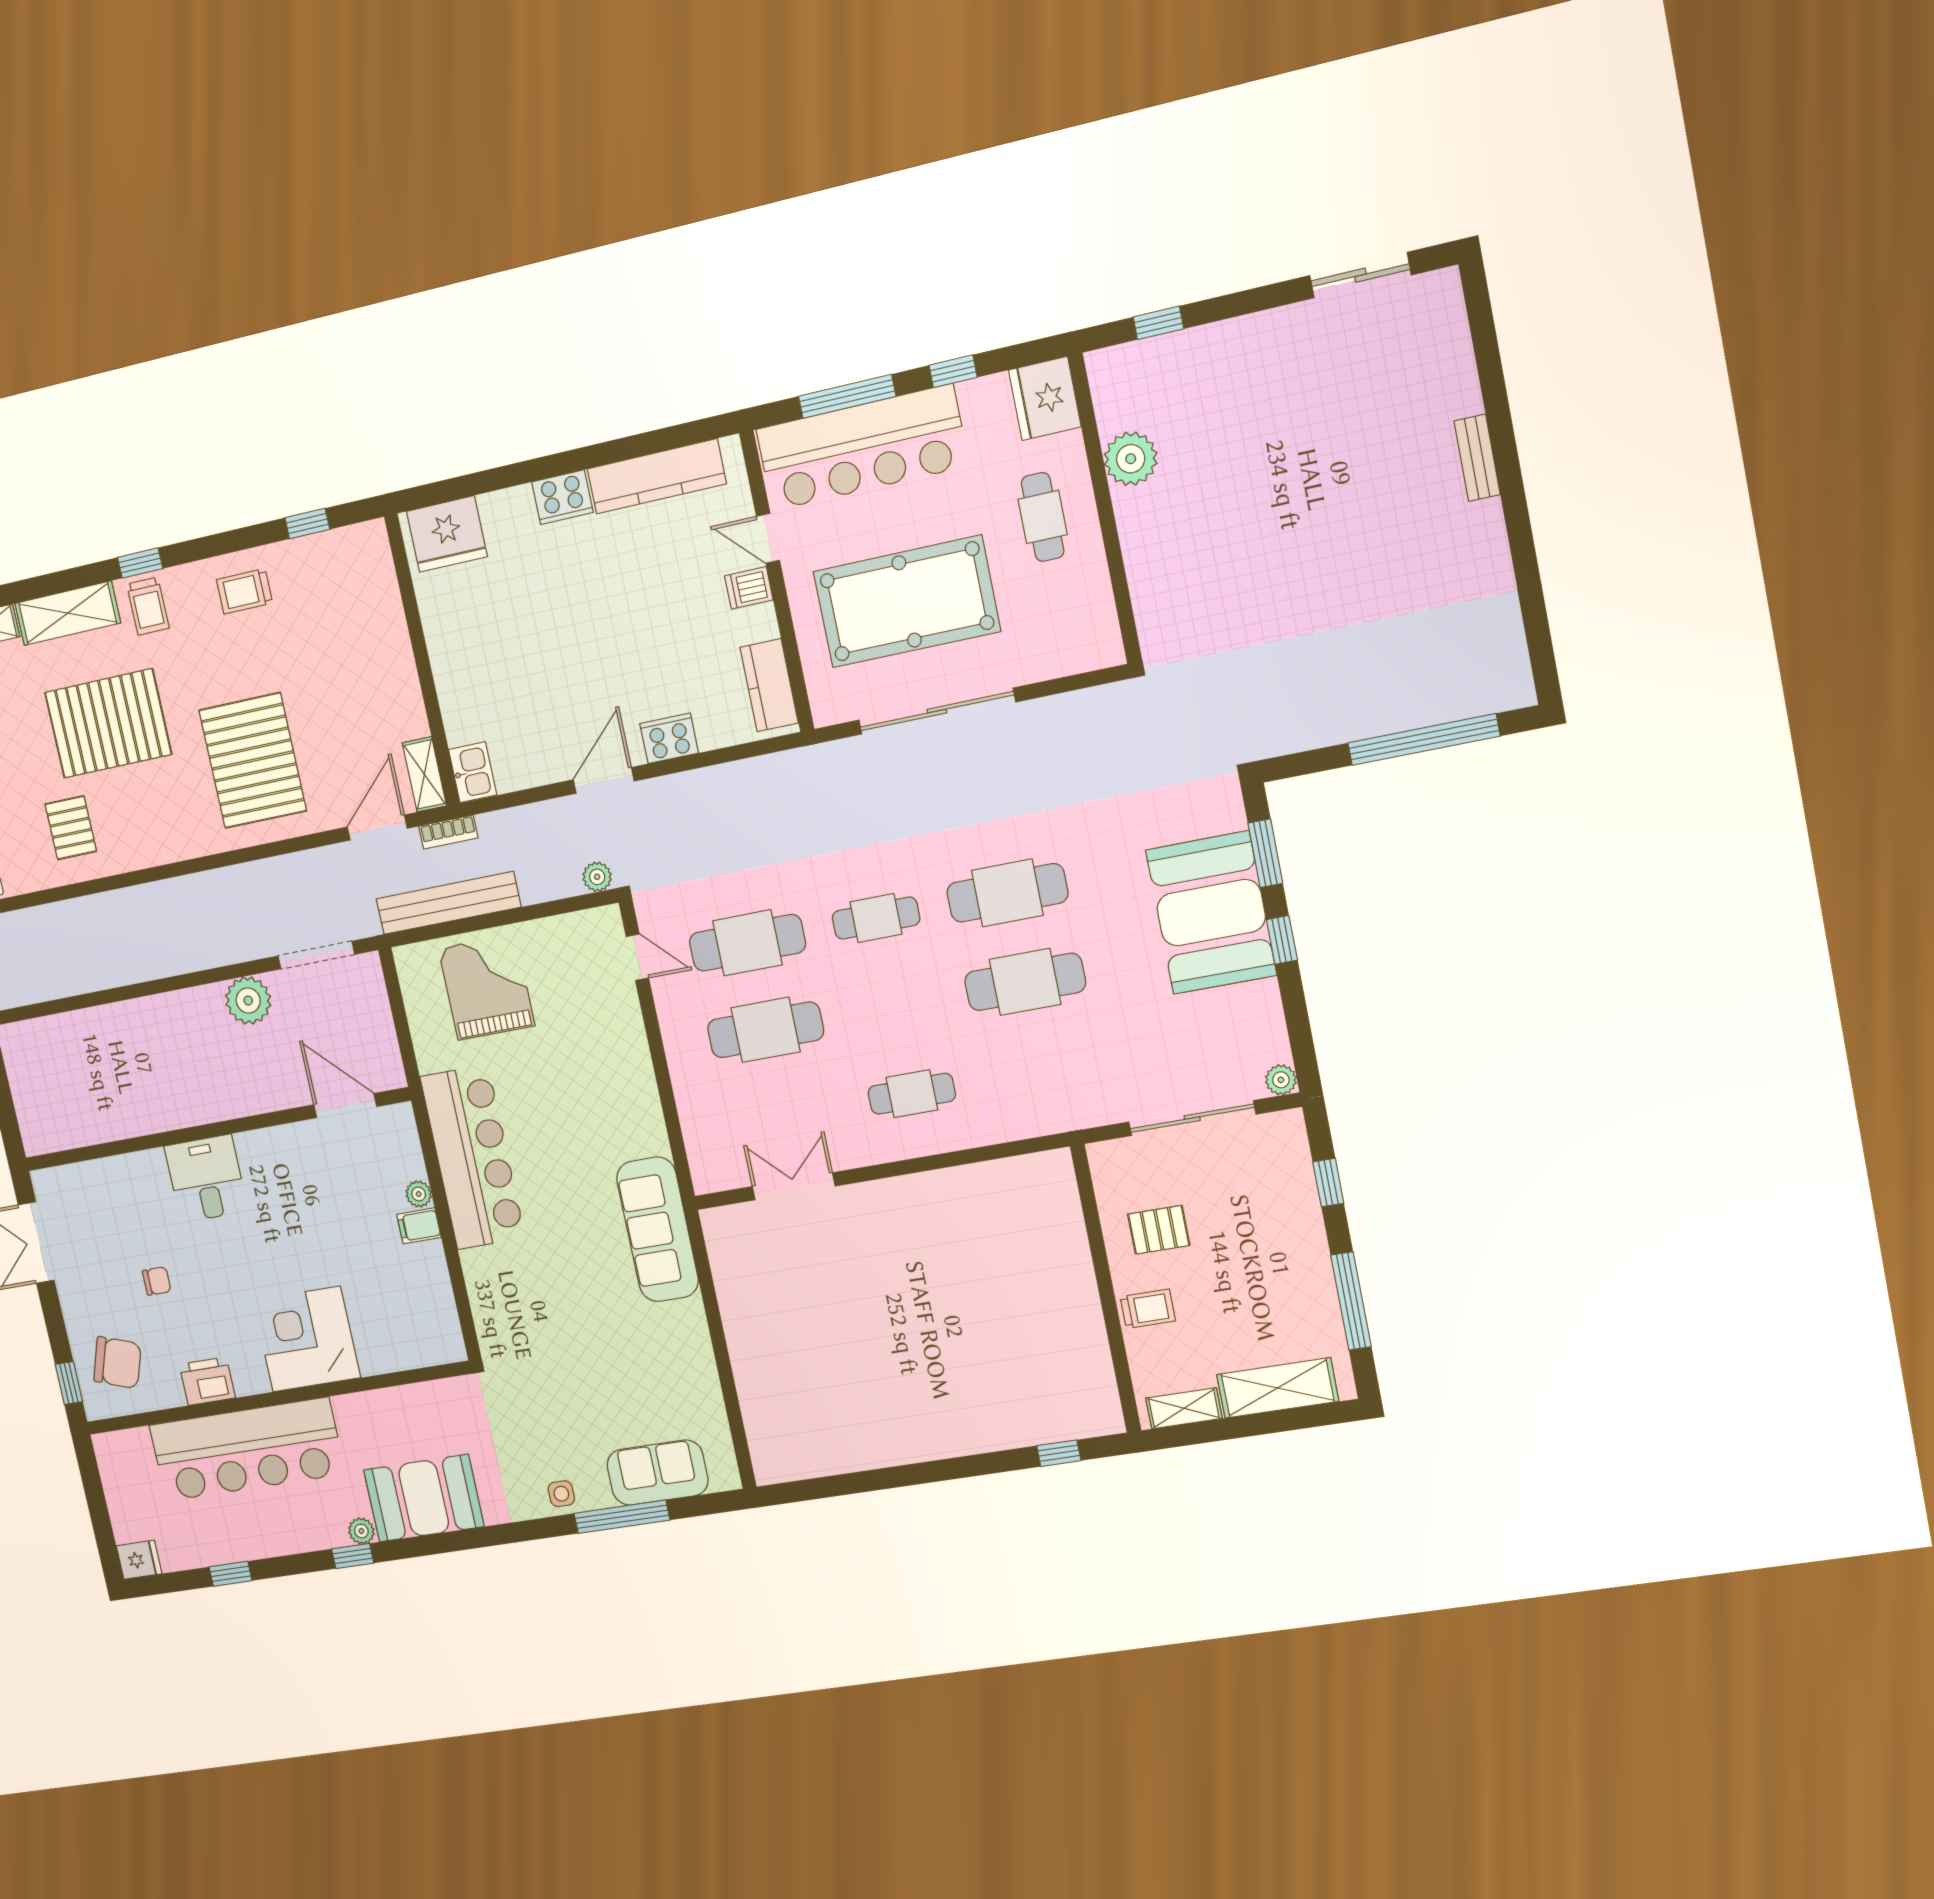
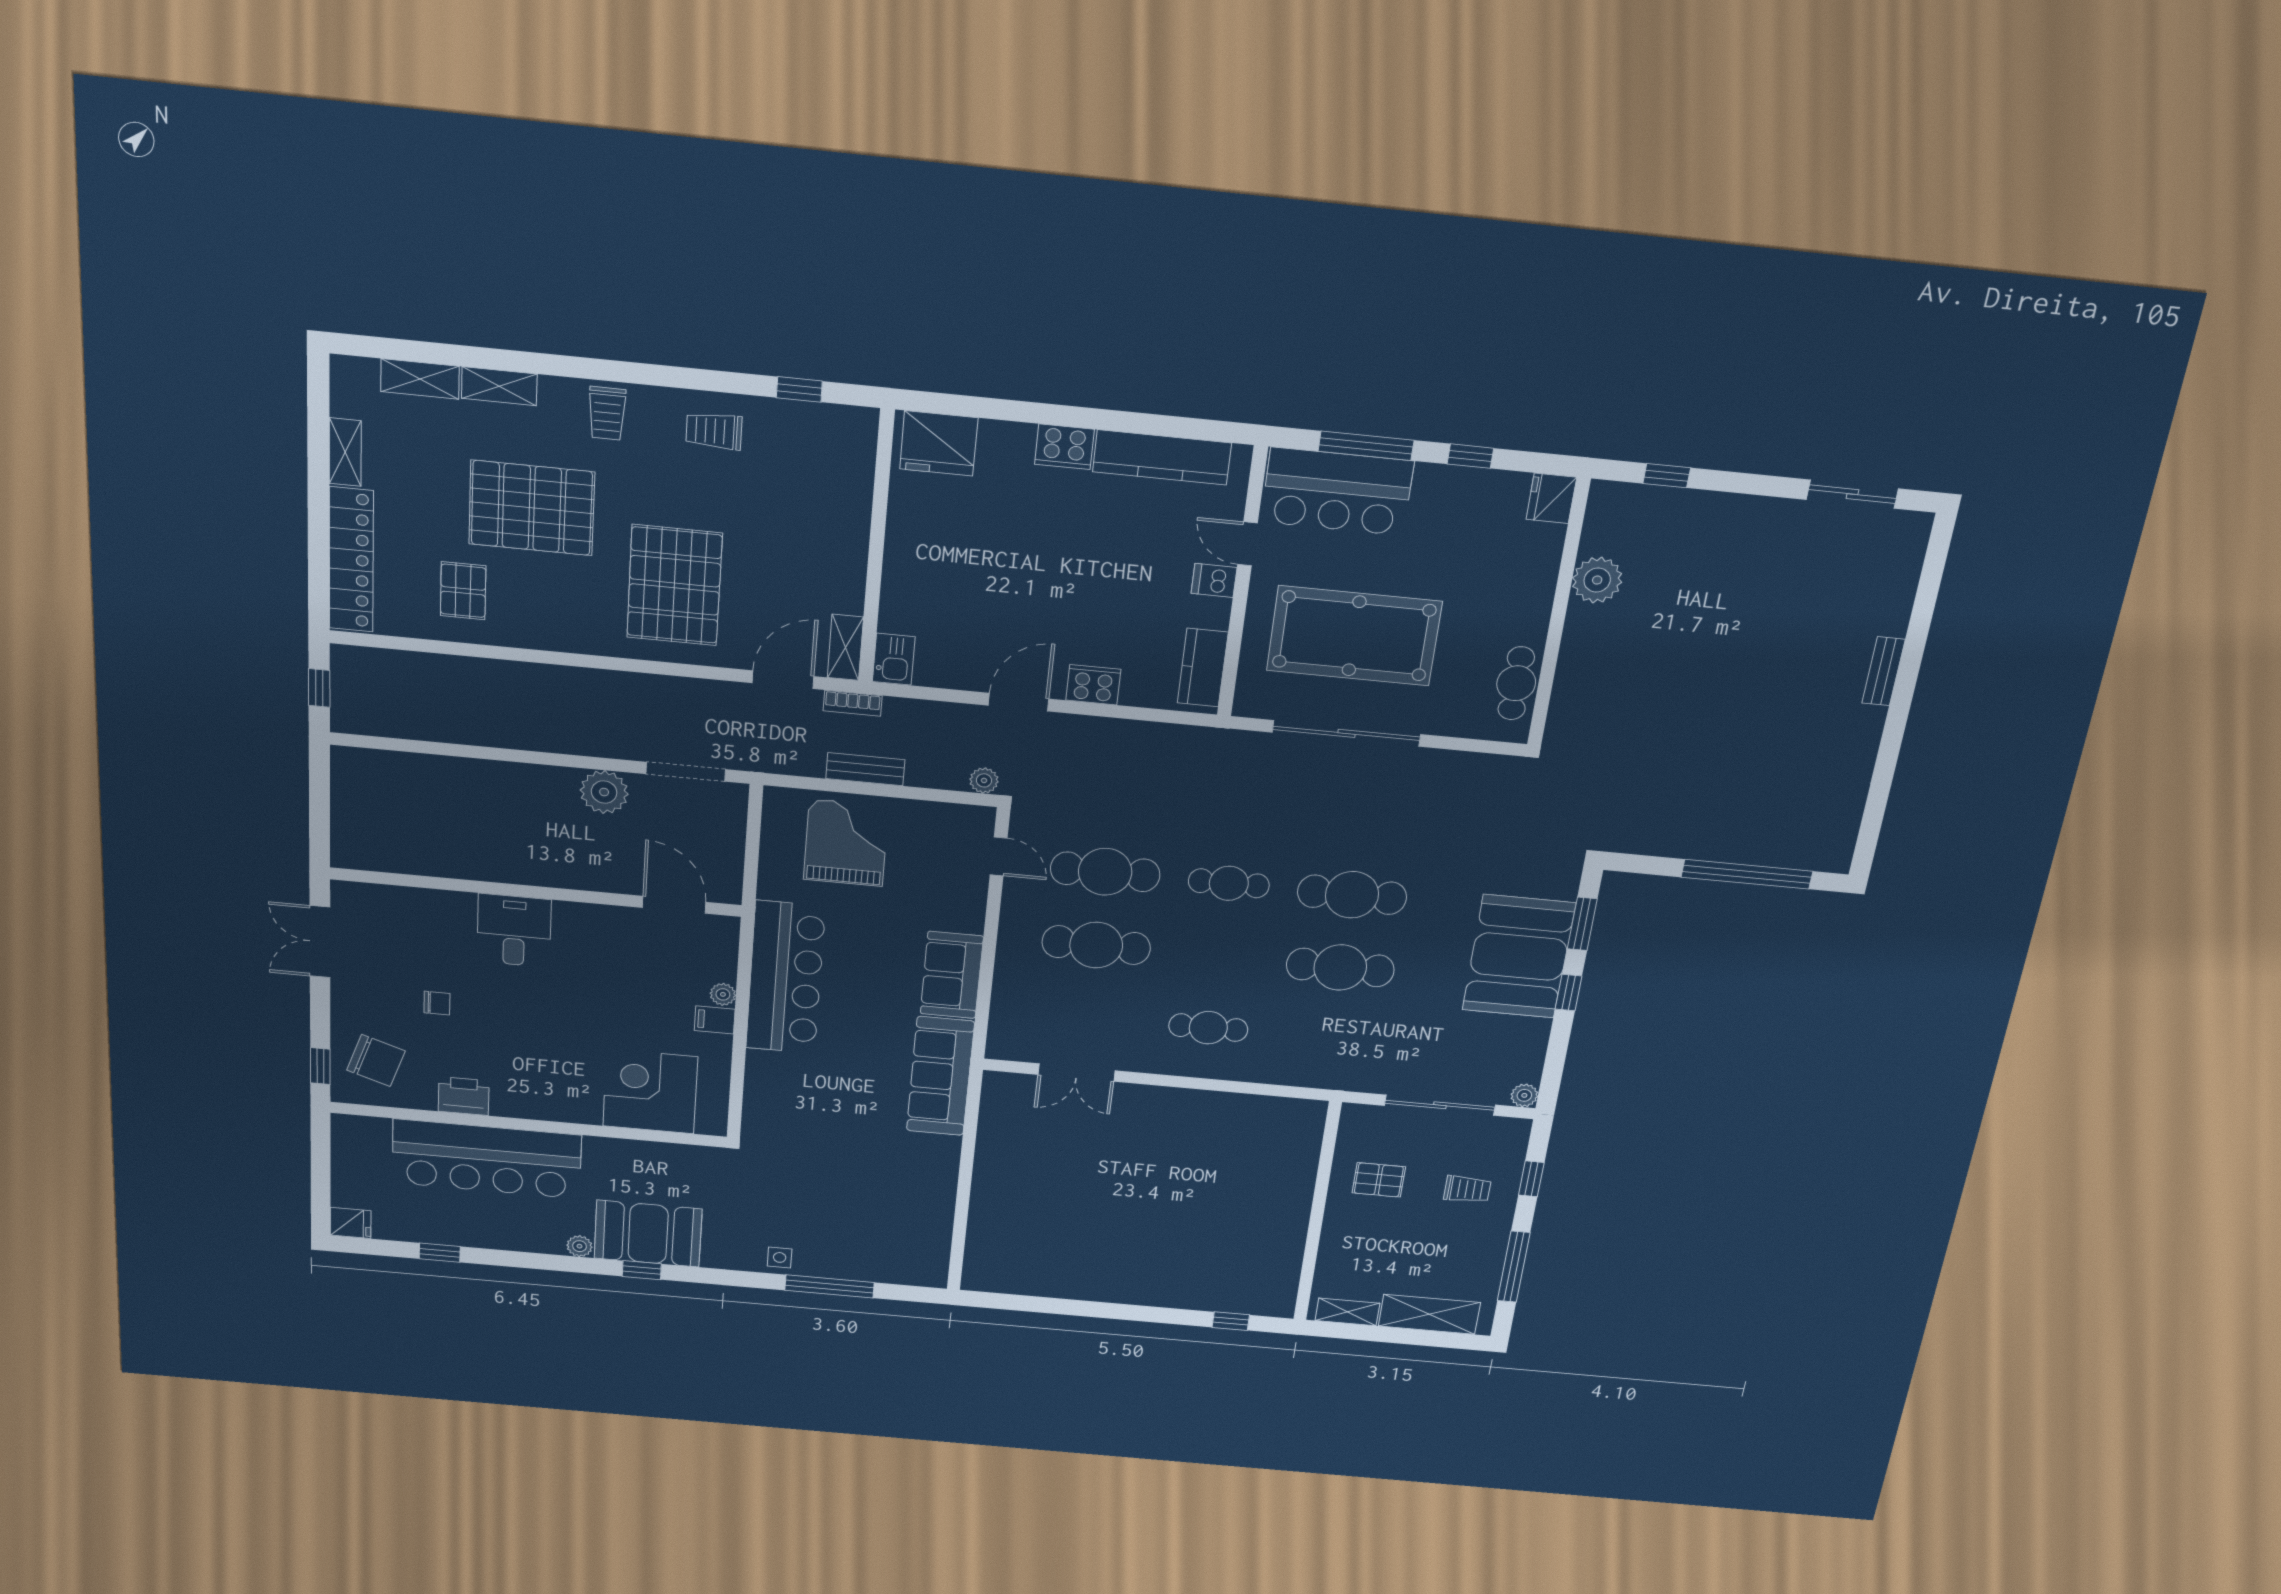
fridge: (1045, 398) -> (1551, 498), width x0.73, depth x0.75
bar counter: (862, 448) -> (1337, 492), width x0.73
cafe table: (1043, 517) -> (1516, 683), moved
window: (140, 563) -> (611, 371), removed
shelving: (68, 613) -> (499, 386), width x0.67, depth x0.75
bench: (448, 903) -> (865, 769), width x0.54, depth x0.82
double door: (794, 1186) -> (1077, 1073), swing flipped
trolley: (1148, 1309) -> (1467, 1189), moved
corner desk: (307, 1339) -> (650, 1091), moved
sofa: (658, 1473) -> (952, 975), moved, turned -90
window: (353, 1556) -> (642, 1270), moved

